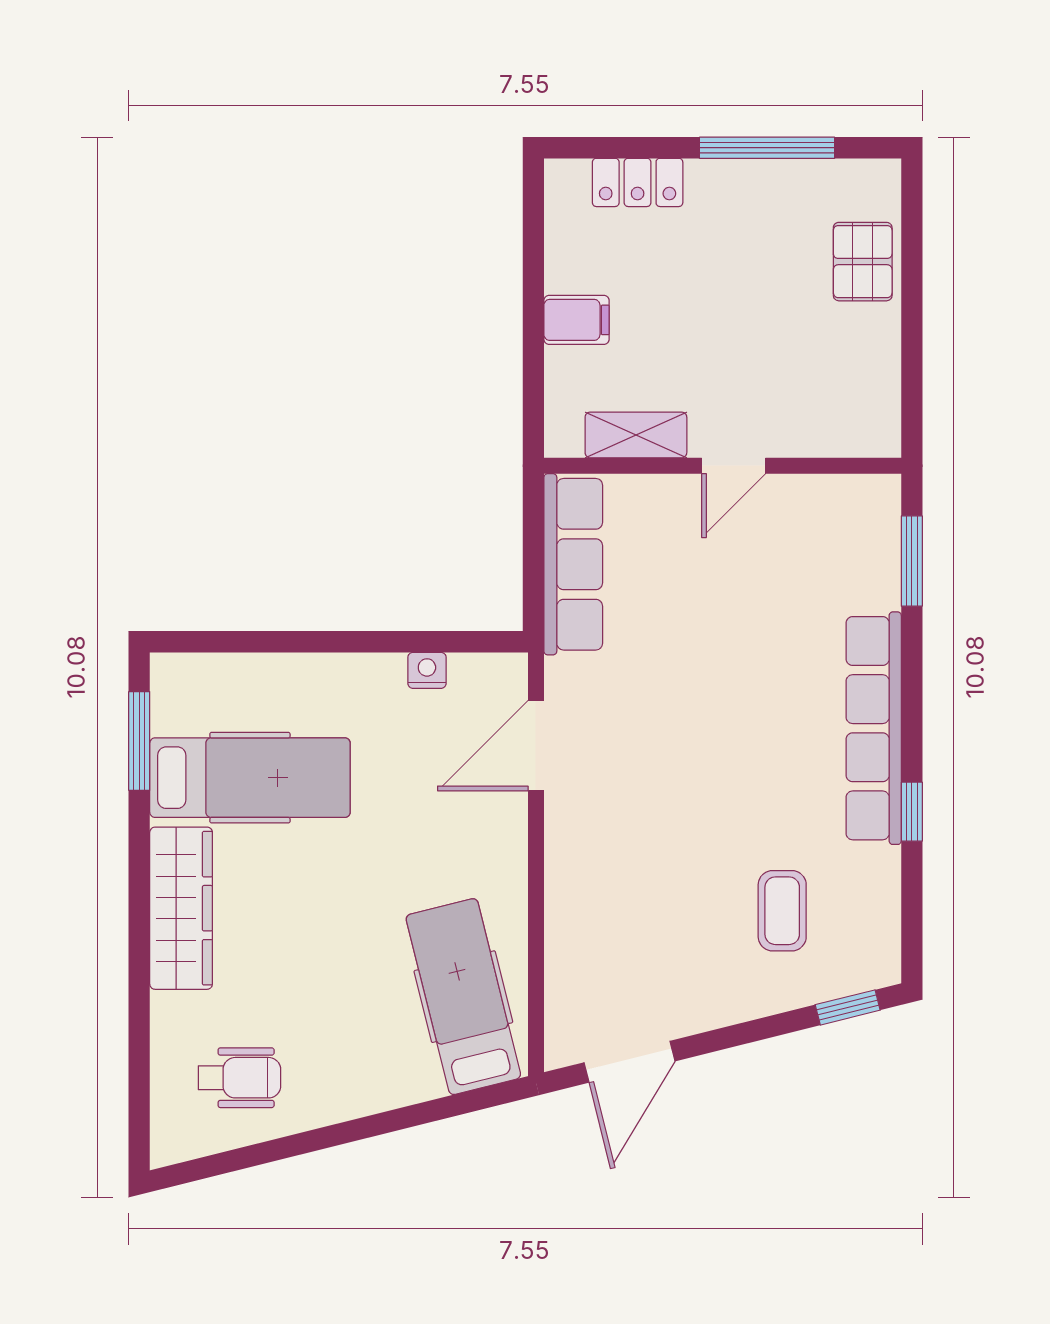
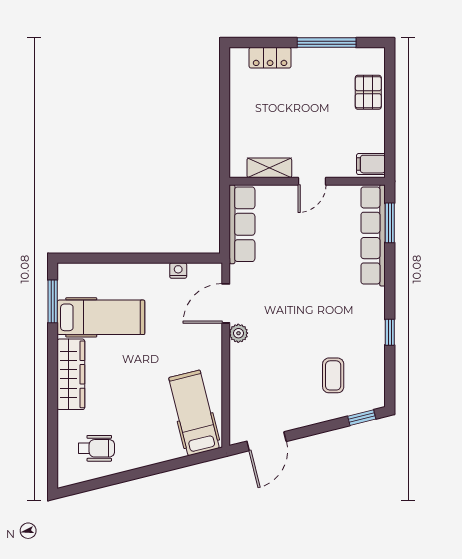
filing cabinet: (577, 320) -> (371, 164), moved, turned 180
row of seats: (874, 728) -> (373, 235), moved
plant: (565, 814) -> (238, 333), added

